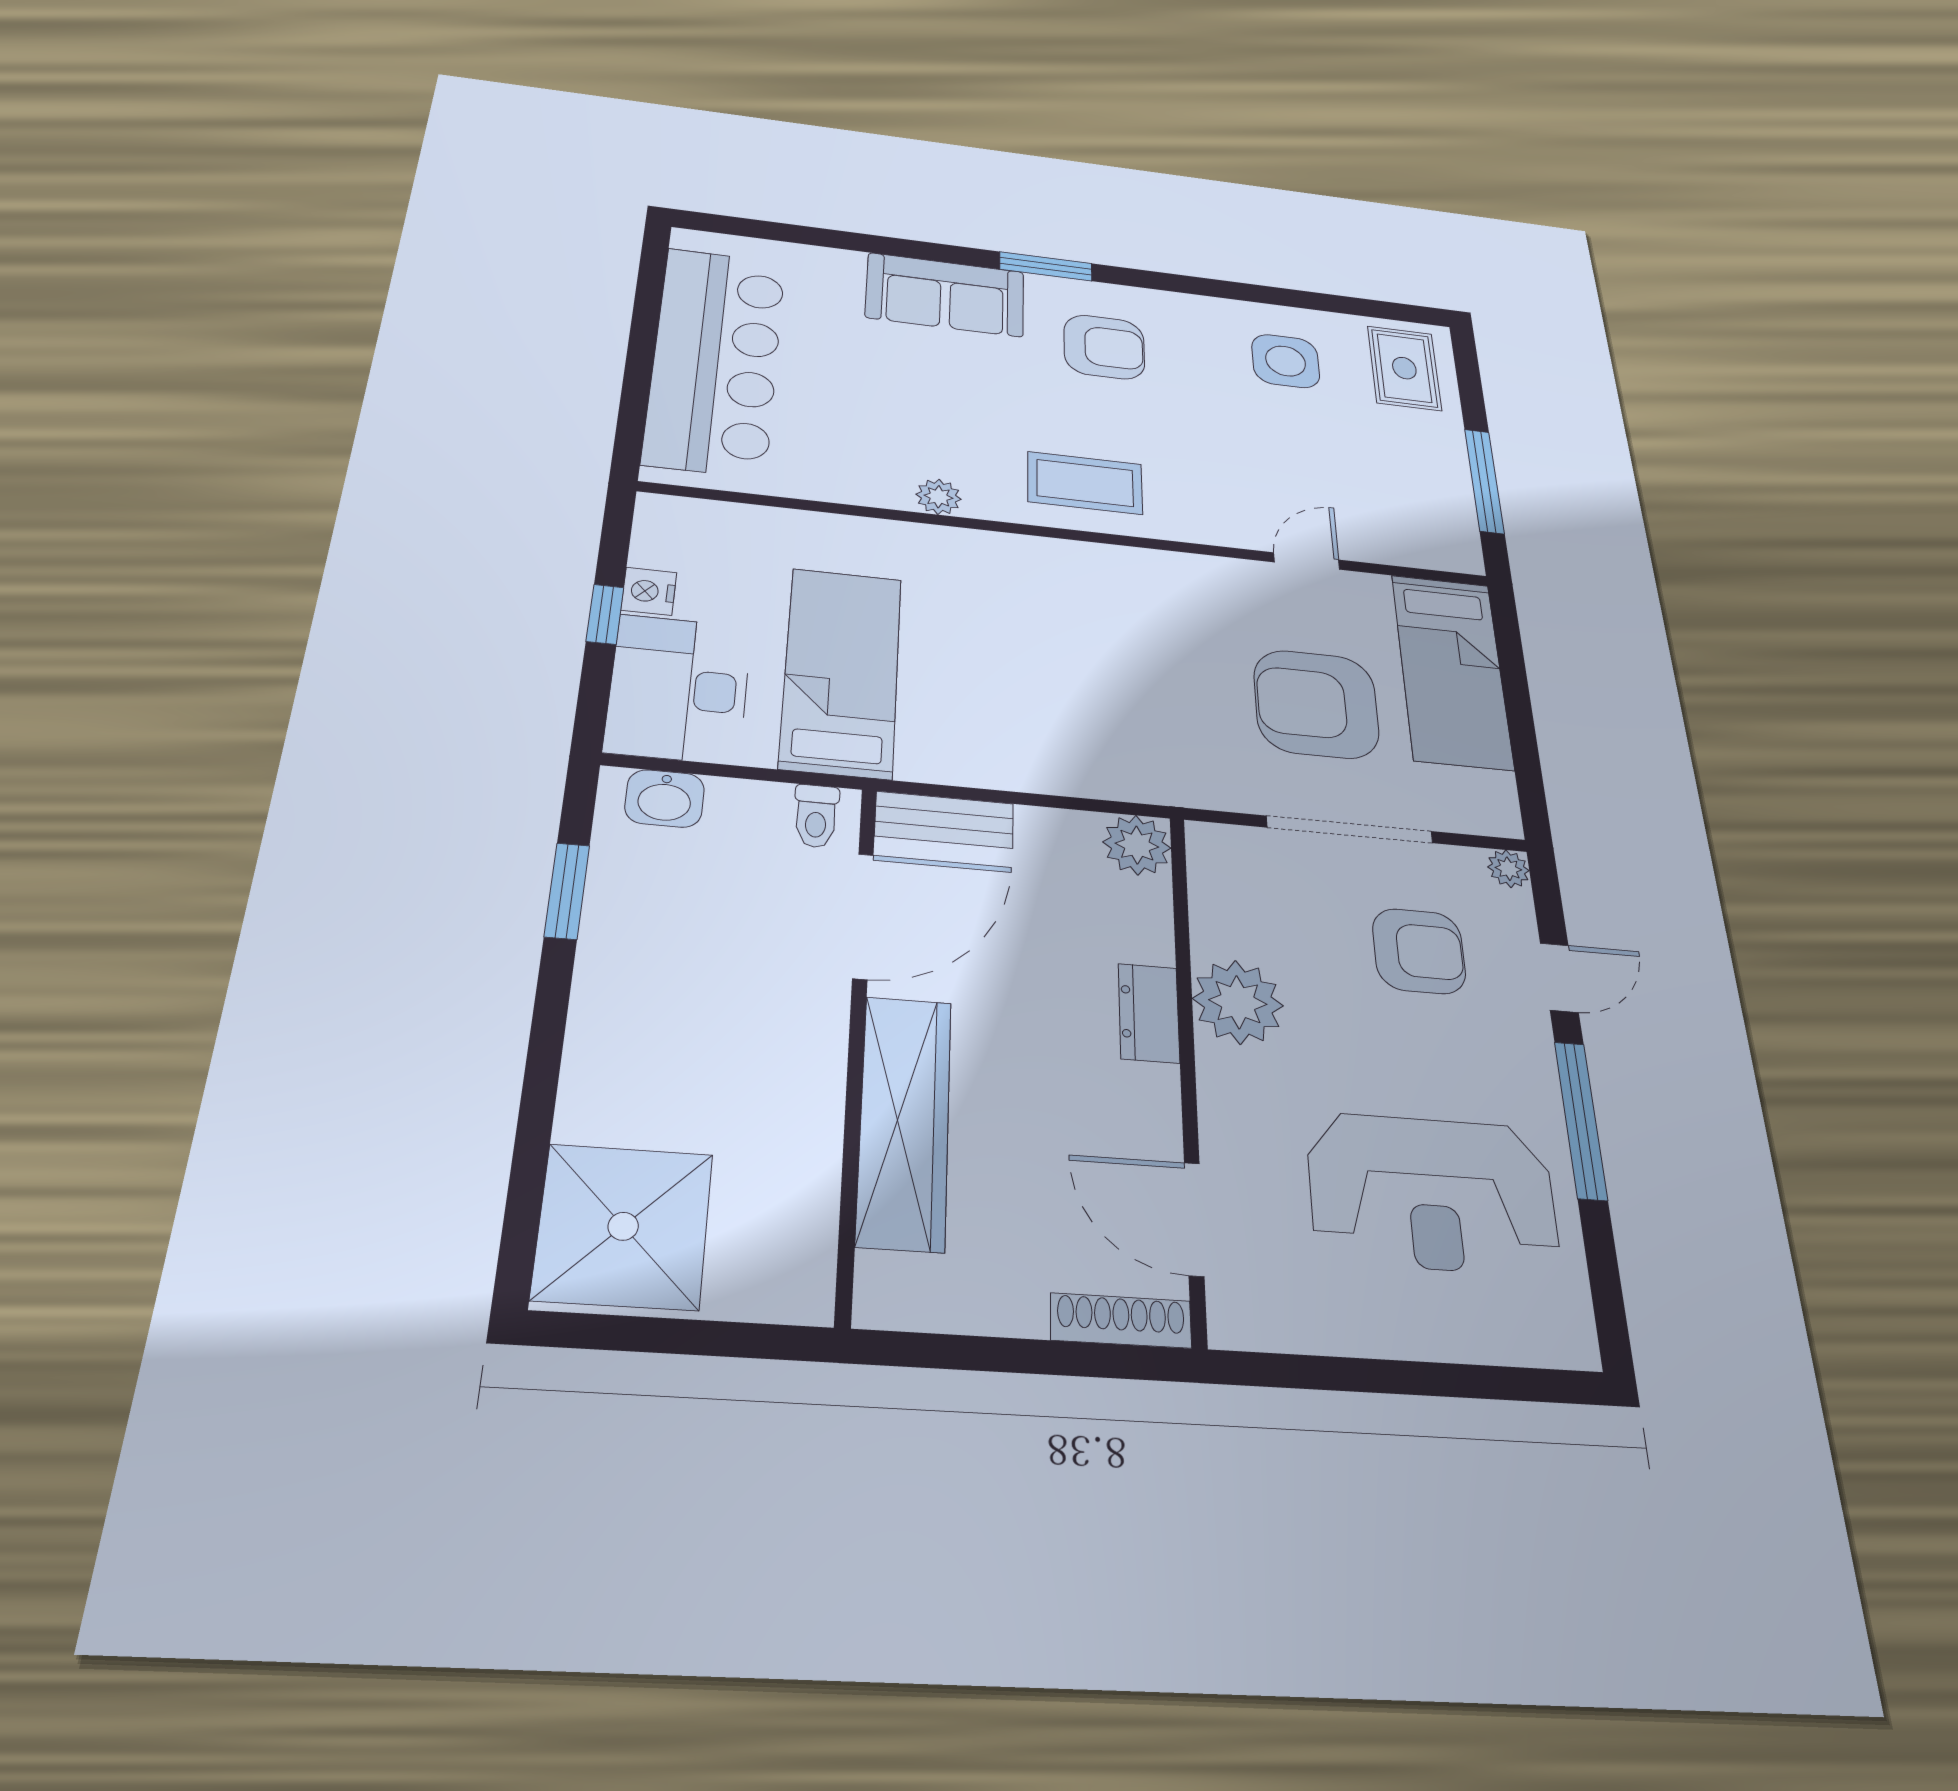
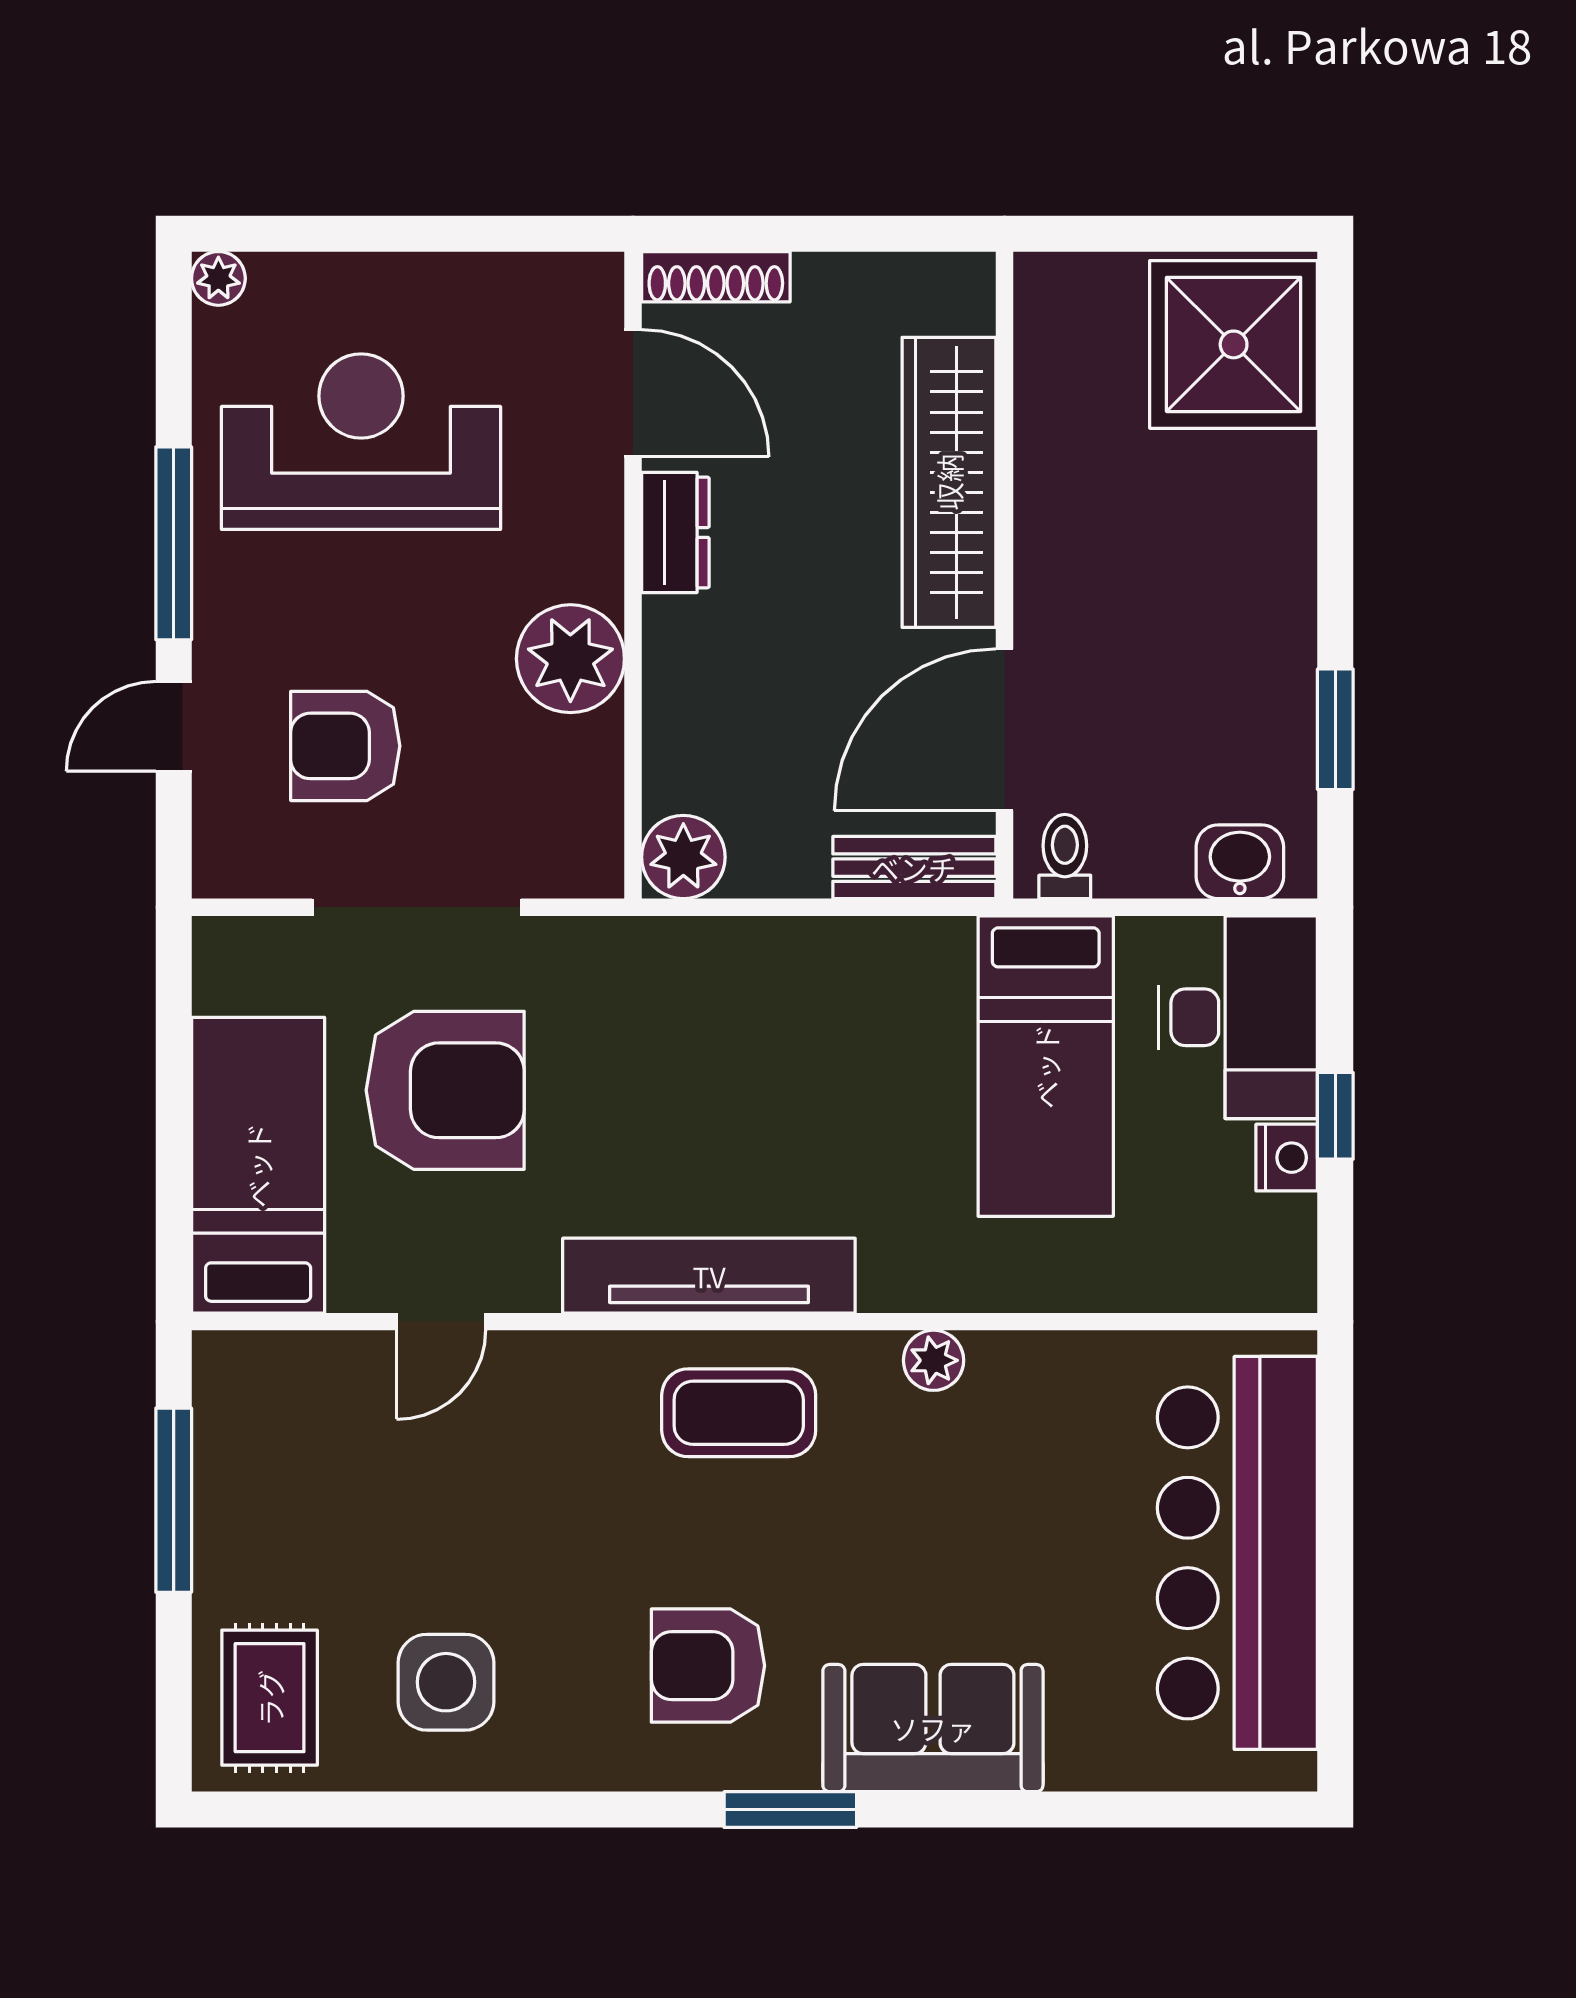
tv unit: (1109, 566) -> (709, 1276), added
plant: (1508, 869) -> (218, 278), moved
dresser: (1149, 1013) -> (675, 532), moved

